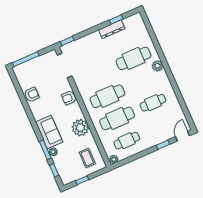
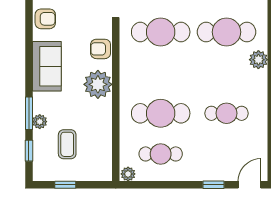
cafe table: (107, 96) -> (161, 32), moved
plant: (80, 128) -> (98, 84), moved
sofa: (49, 132) -> (47, 66), moved
coffee table: (87, 158) -> (67, 144), moved

